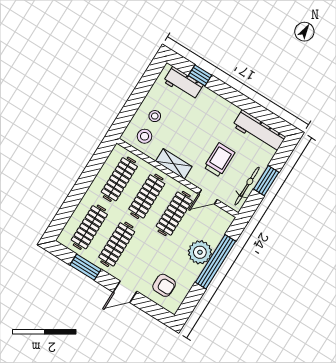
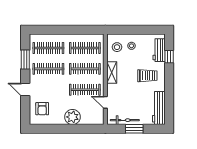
trolley: (219, 160) -> (147, 76), moved
window: (216, 262) -> (73, 129), removed

